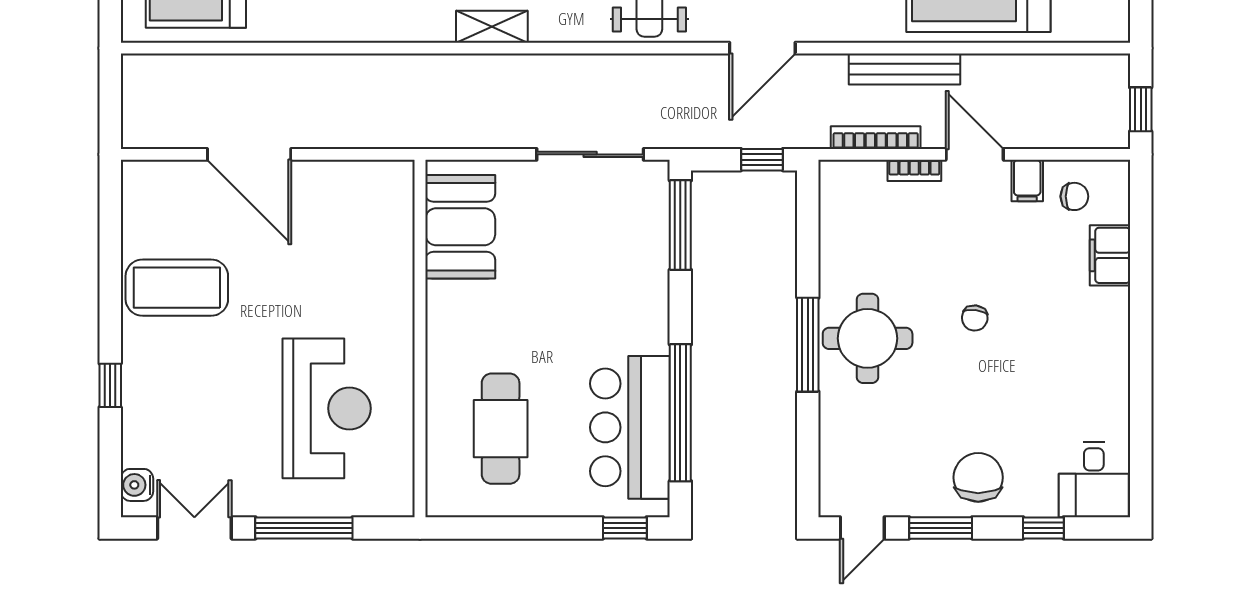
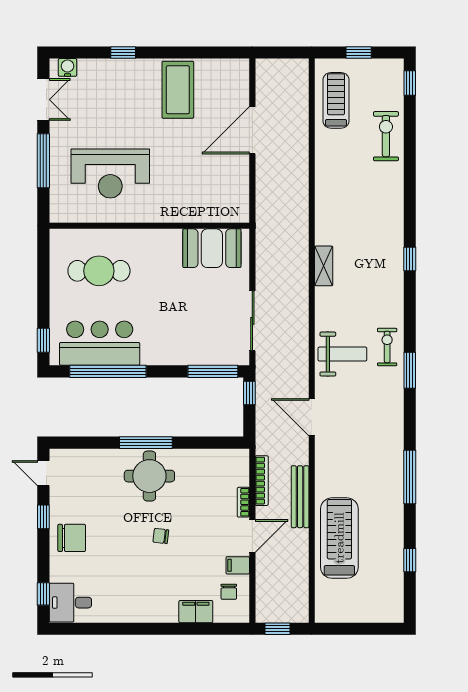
window: (762, 160) -> (249, 393), moved
window: (941, 528) -> (43, 517), width x0.67
window: (1043, 528) -> (43, 594), moved

